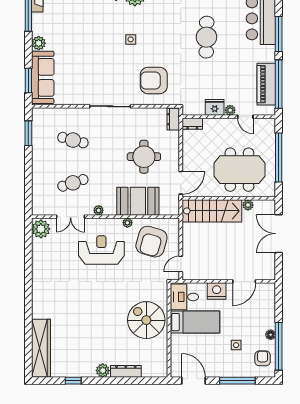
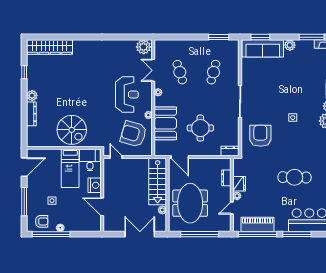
dresser: (192, 124) -> (226, 178), moved
spiral stairs: (146, 320) -> (72, 130), turned 90

